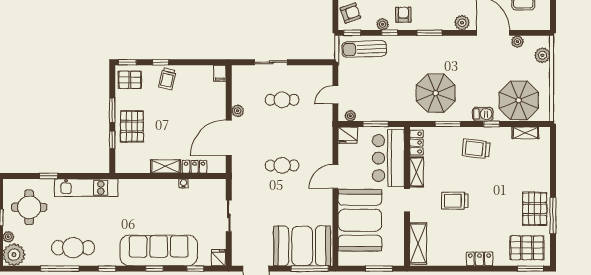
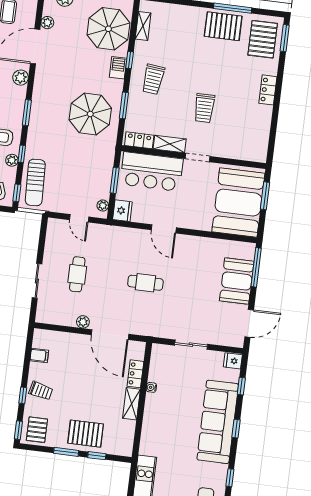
filing cabinet: (220, 73) -> (39, 355), moved
cafe table: (282, 165) -> (145, 283), turned 90
booth: (360, 220) -> (238, 203), moved, turned 90
shelving: (418, 243) -> (244, 152), removed
booth: (302, 246) -> (237, 281), width x0.73, depth x0.70

